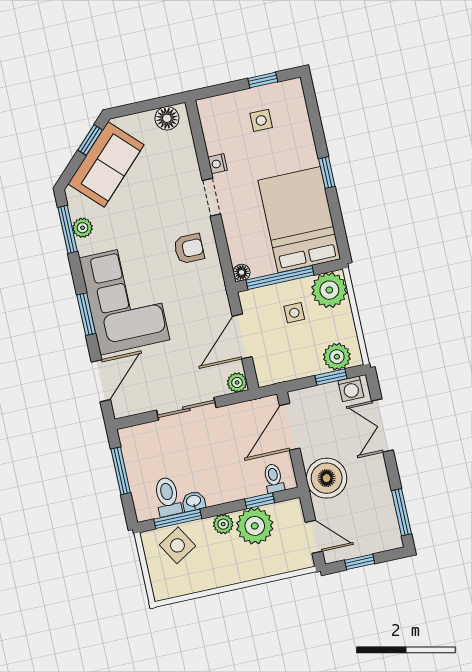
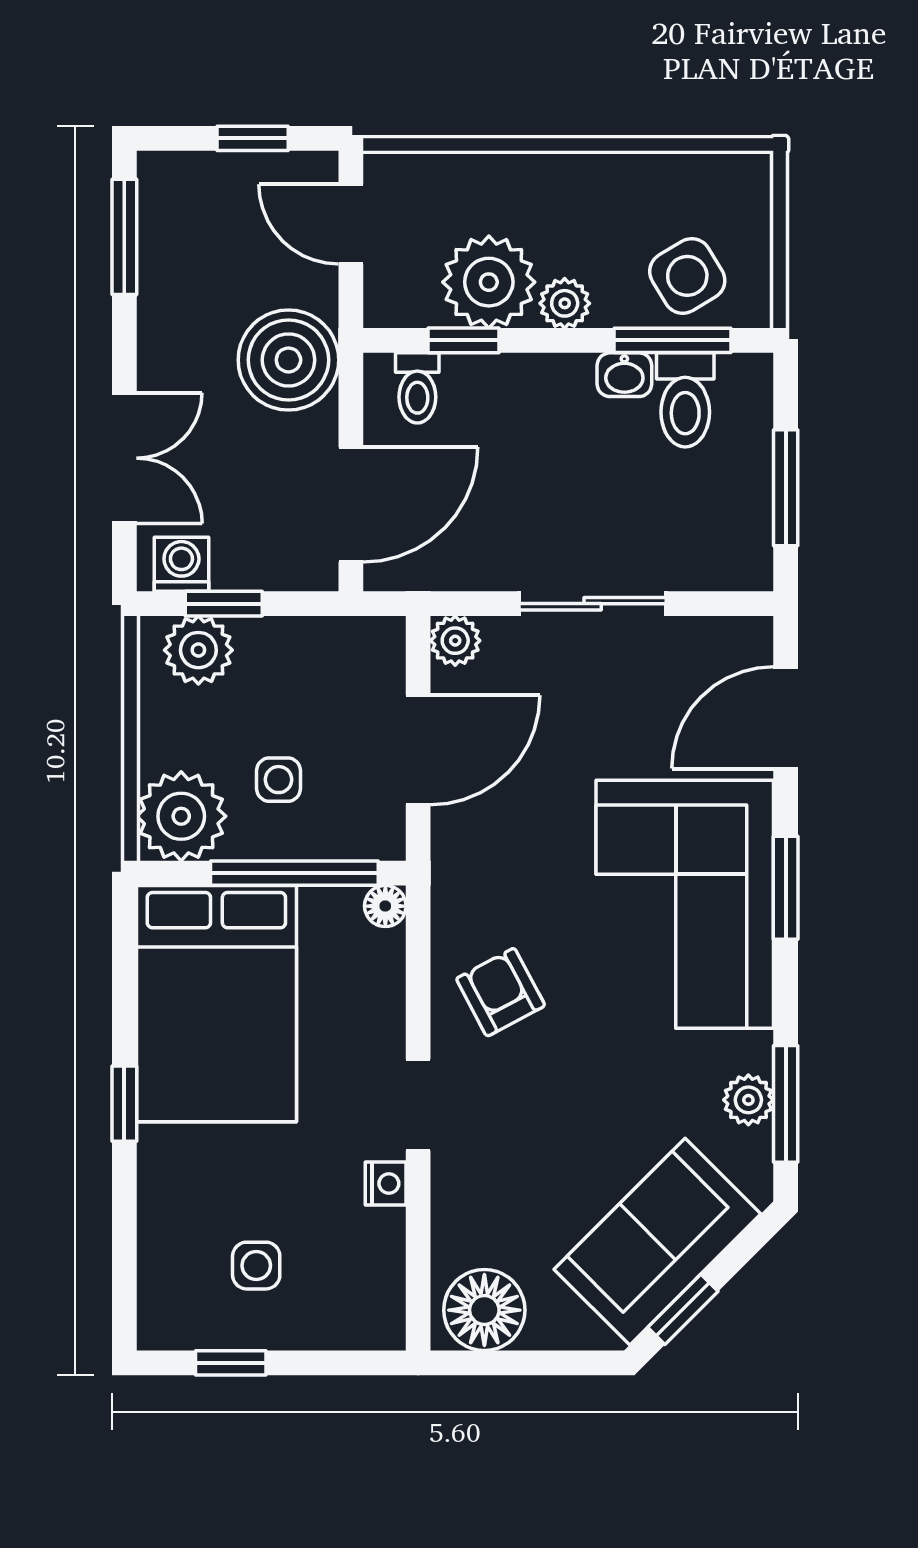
floor lamp: (167, 118) -> (484, 1310), width x1.38, depth x1.38
armchair: (189, 249) -> (501, 992), turned 62

